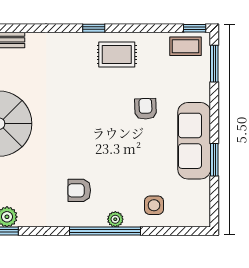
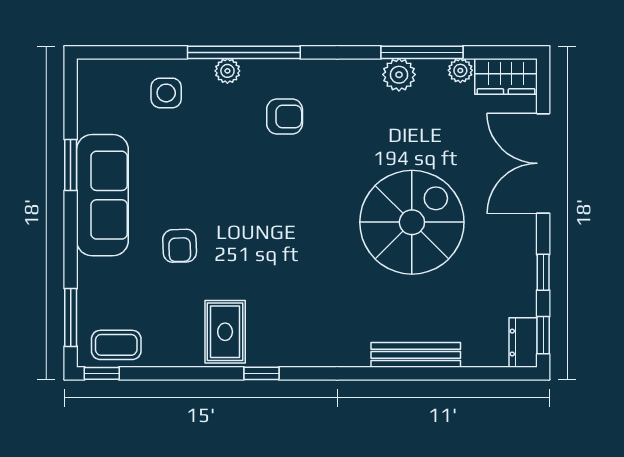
rug: (117, 55) -> (225, 332), turned 90

